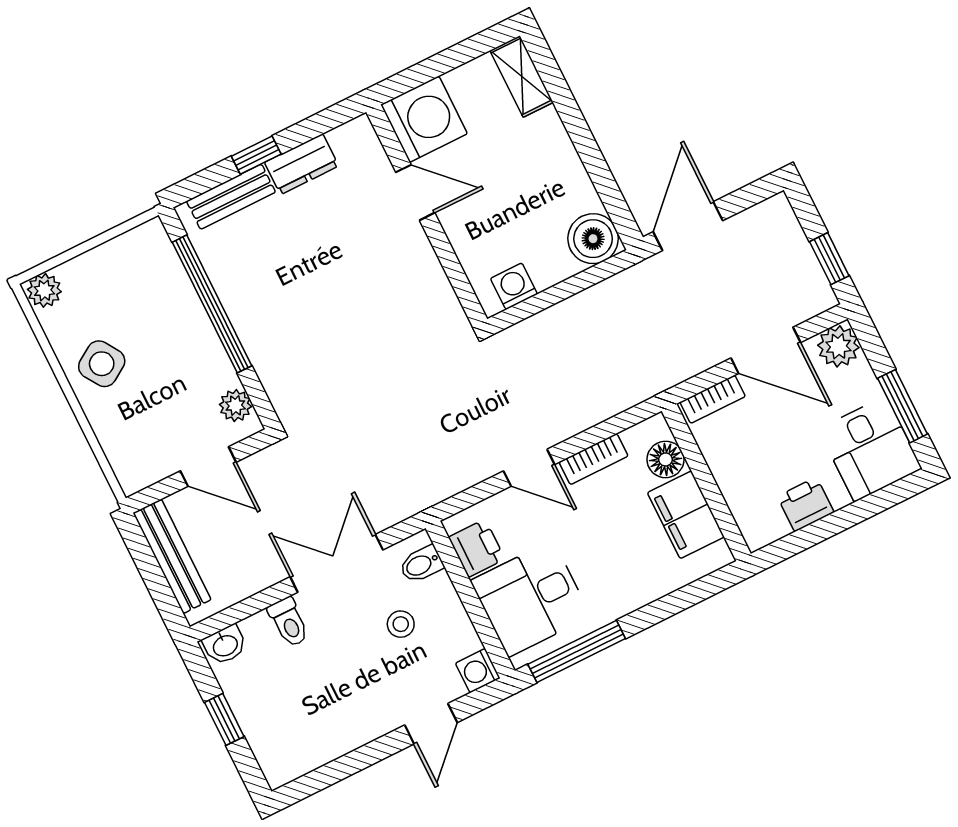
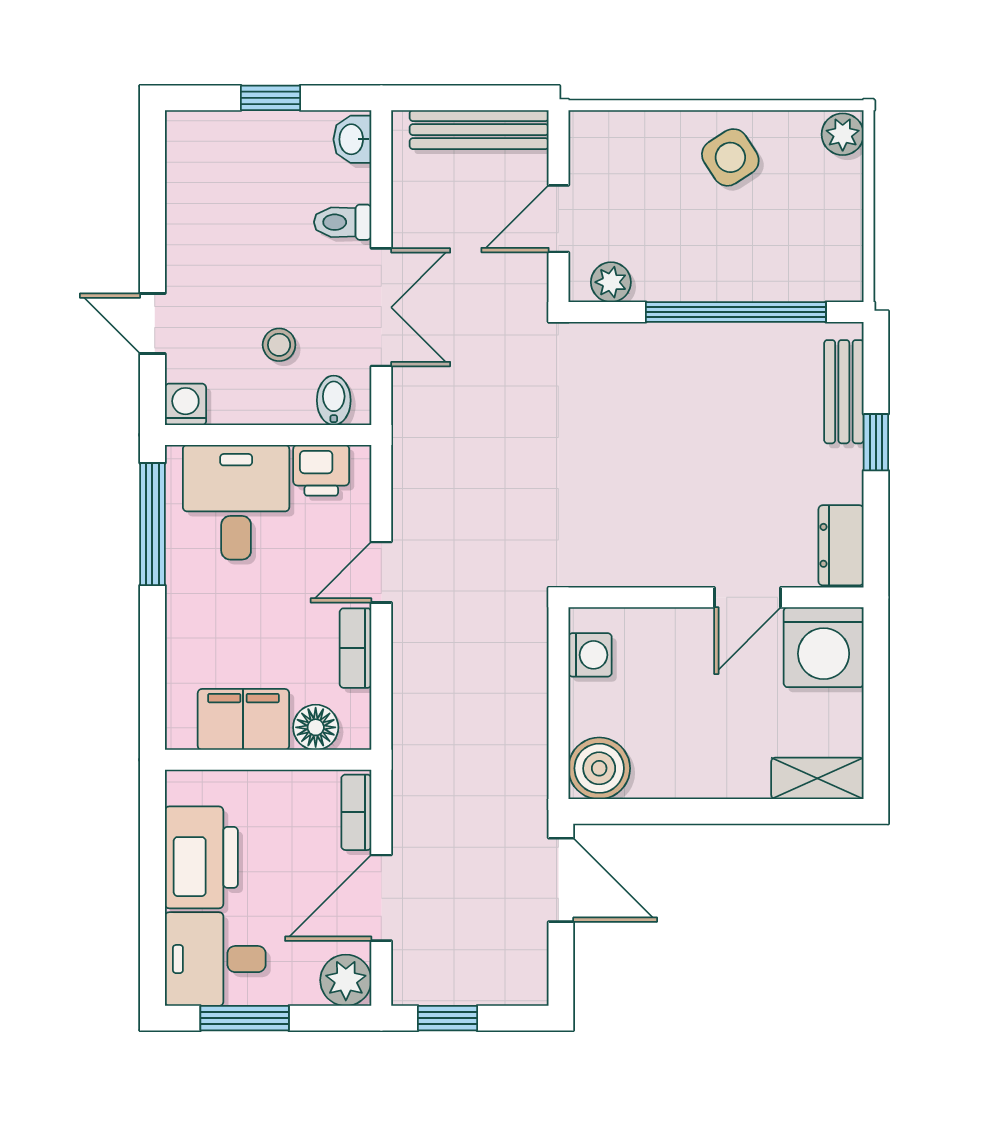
dresser: (302, 164) -> (841, 545), moved
printer: (806, 504) -> (201, 857), width x1.87, depth x1.48

